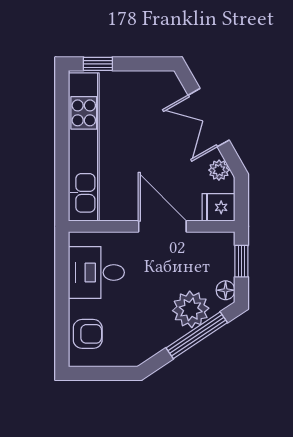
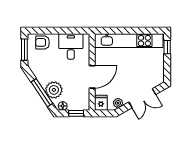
double door: (209, 118) -> (142, 98), swing flipped
armchair: (88, 334) -> (43, 42), turned 90
window: (103, 373) -> (24, 50), added

